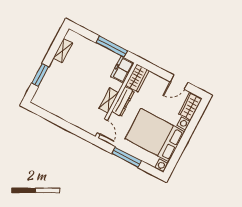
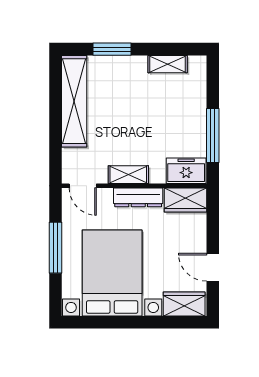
shelving: (57, 108) -> (74, 101), added
door: (102, 127) -> (83, 186), hinge flipped

